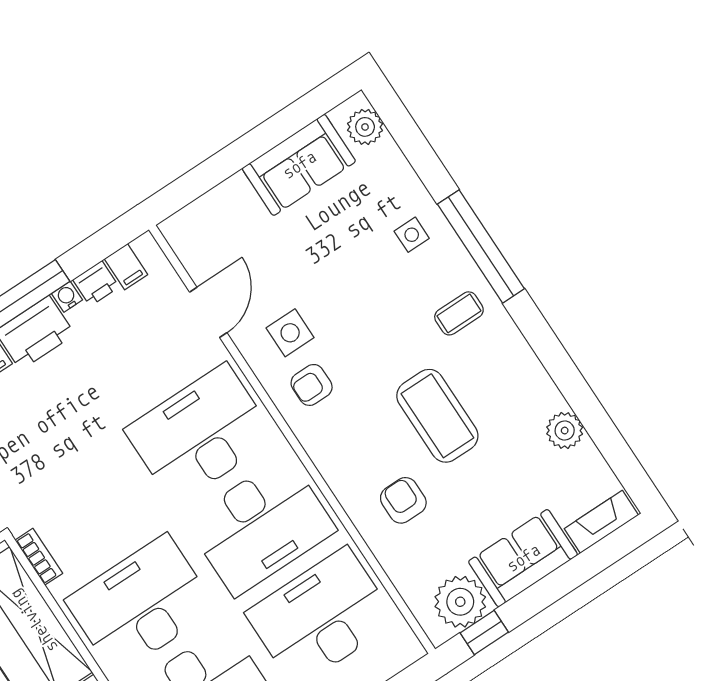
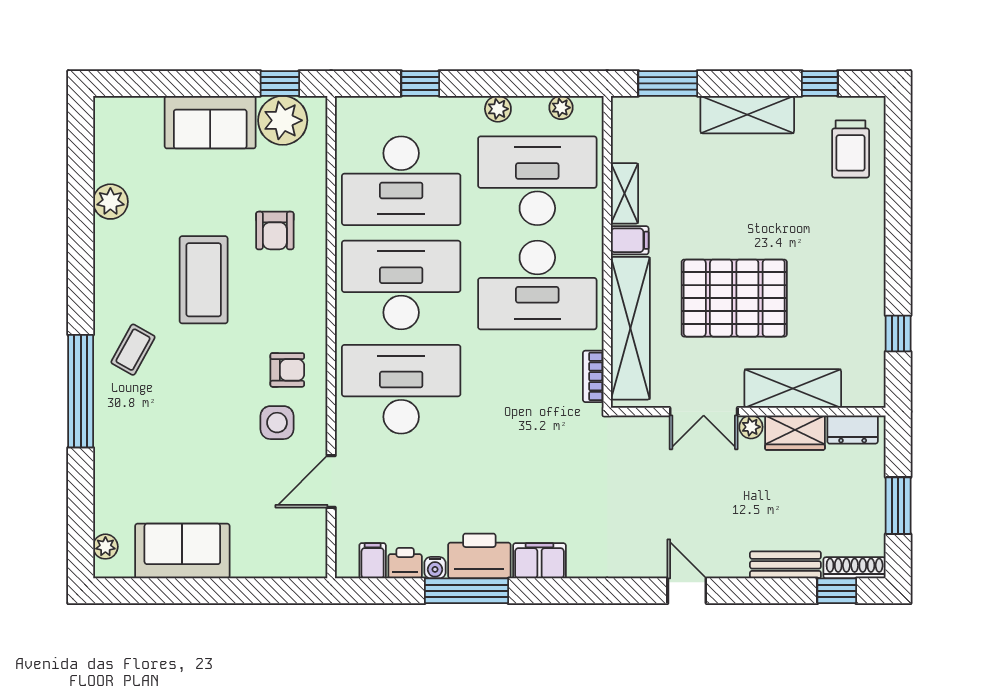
plant: (365, 127) -> (105, 547), width x0.73, depth x0.73
side table: (412, 235) -> (129, 437), removed
coffee table: (459, 313) -> (133, 350), turned -61
desk: (200, 434) -> (401, 389), turned 180
fireplace: (601, 522) -> (129, 110), removed

